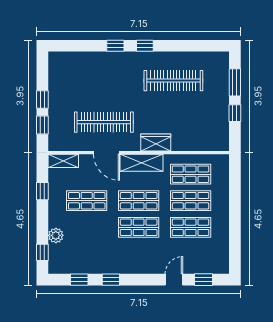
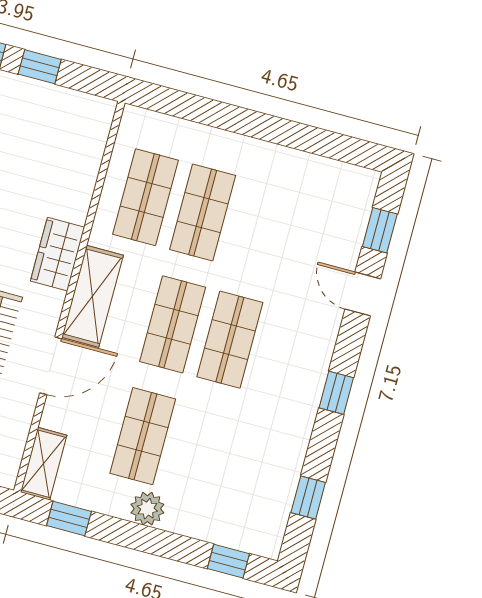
window: (42, 191) -> (69, 518), moved
shop shelf: (191, 227) -> (260, 228), removed
plant: (56, 235) -> (147, 509), moved
window: (111, 280) -> (336, 393), moved

